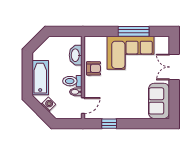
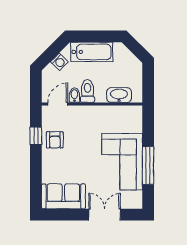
armchair: (93, 68) -> (55, 140), moved
door: (83, 106) -> (58, 104), swing flipped

